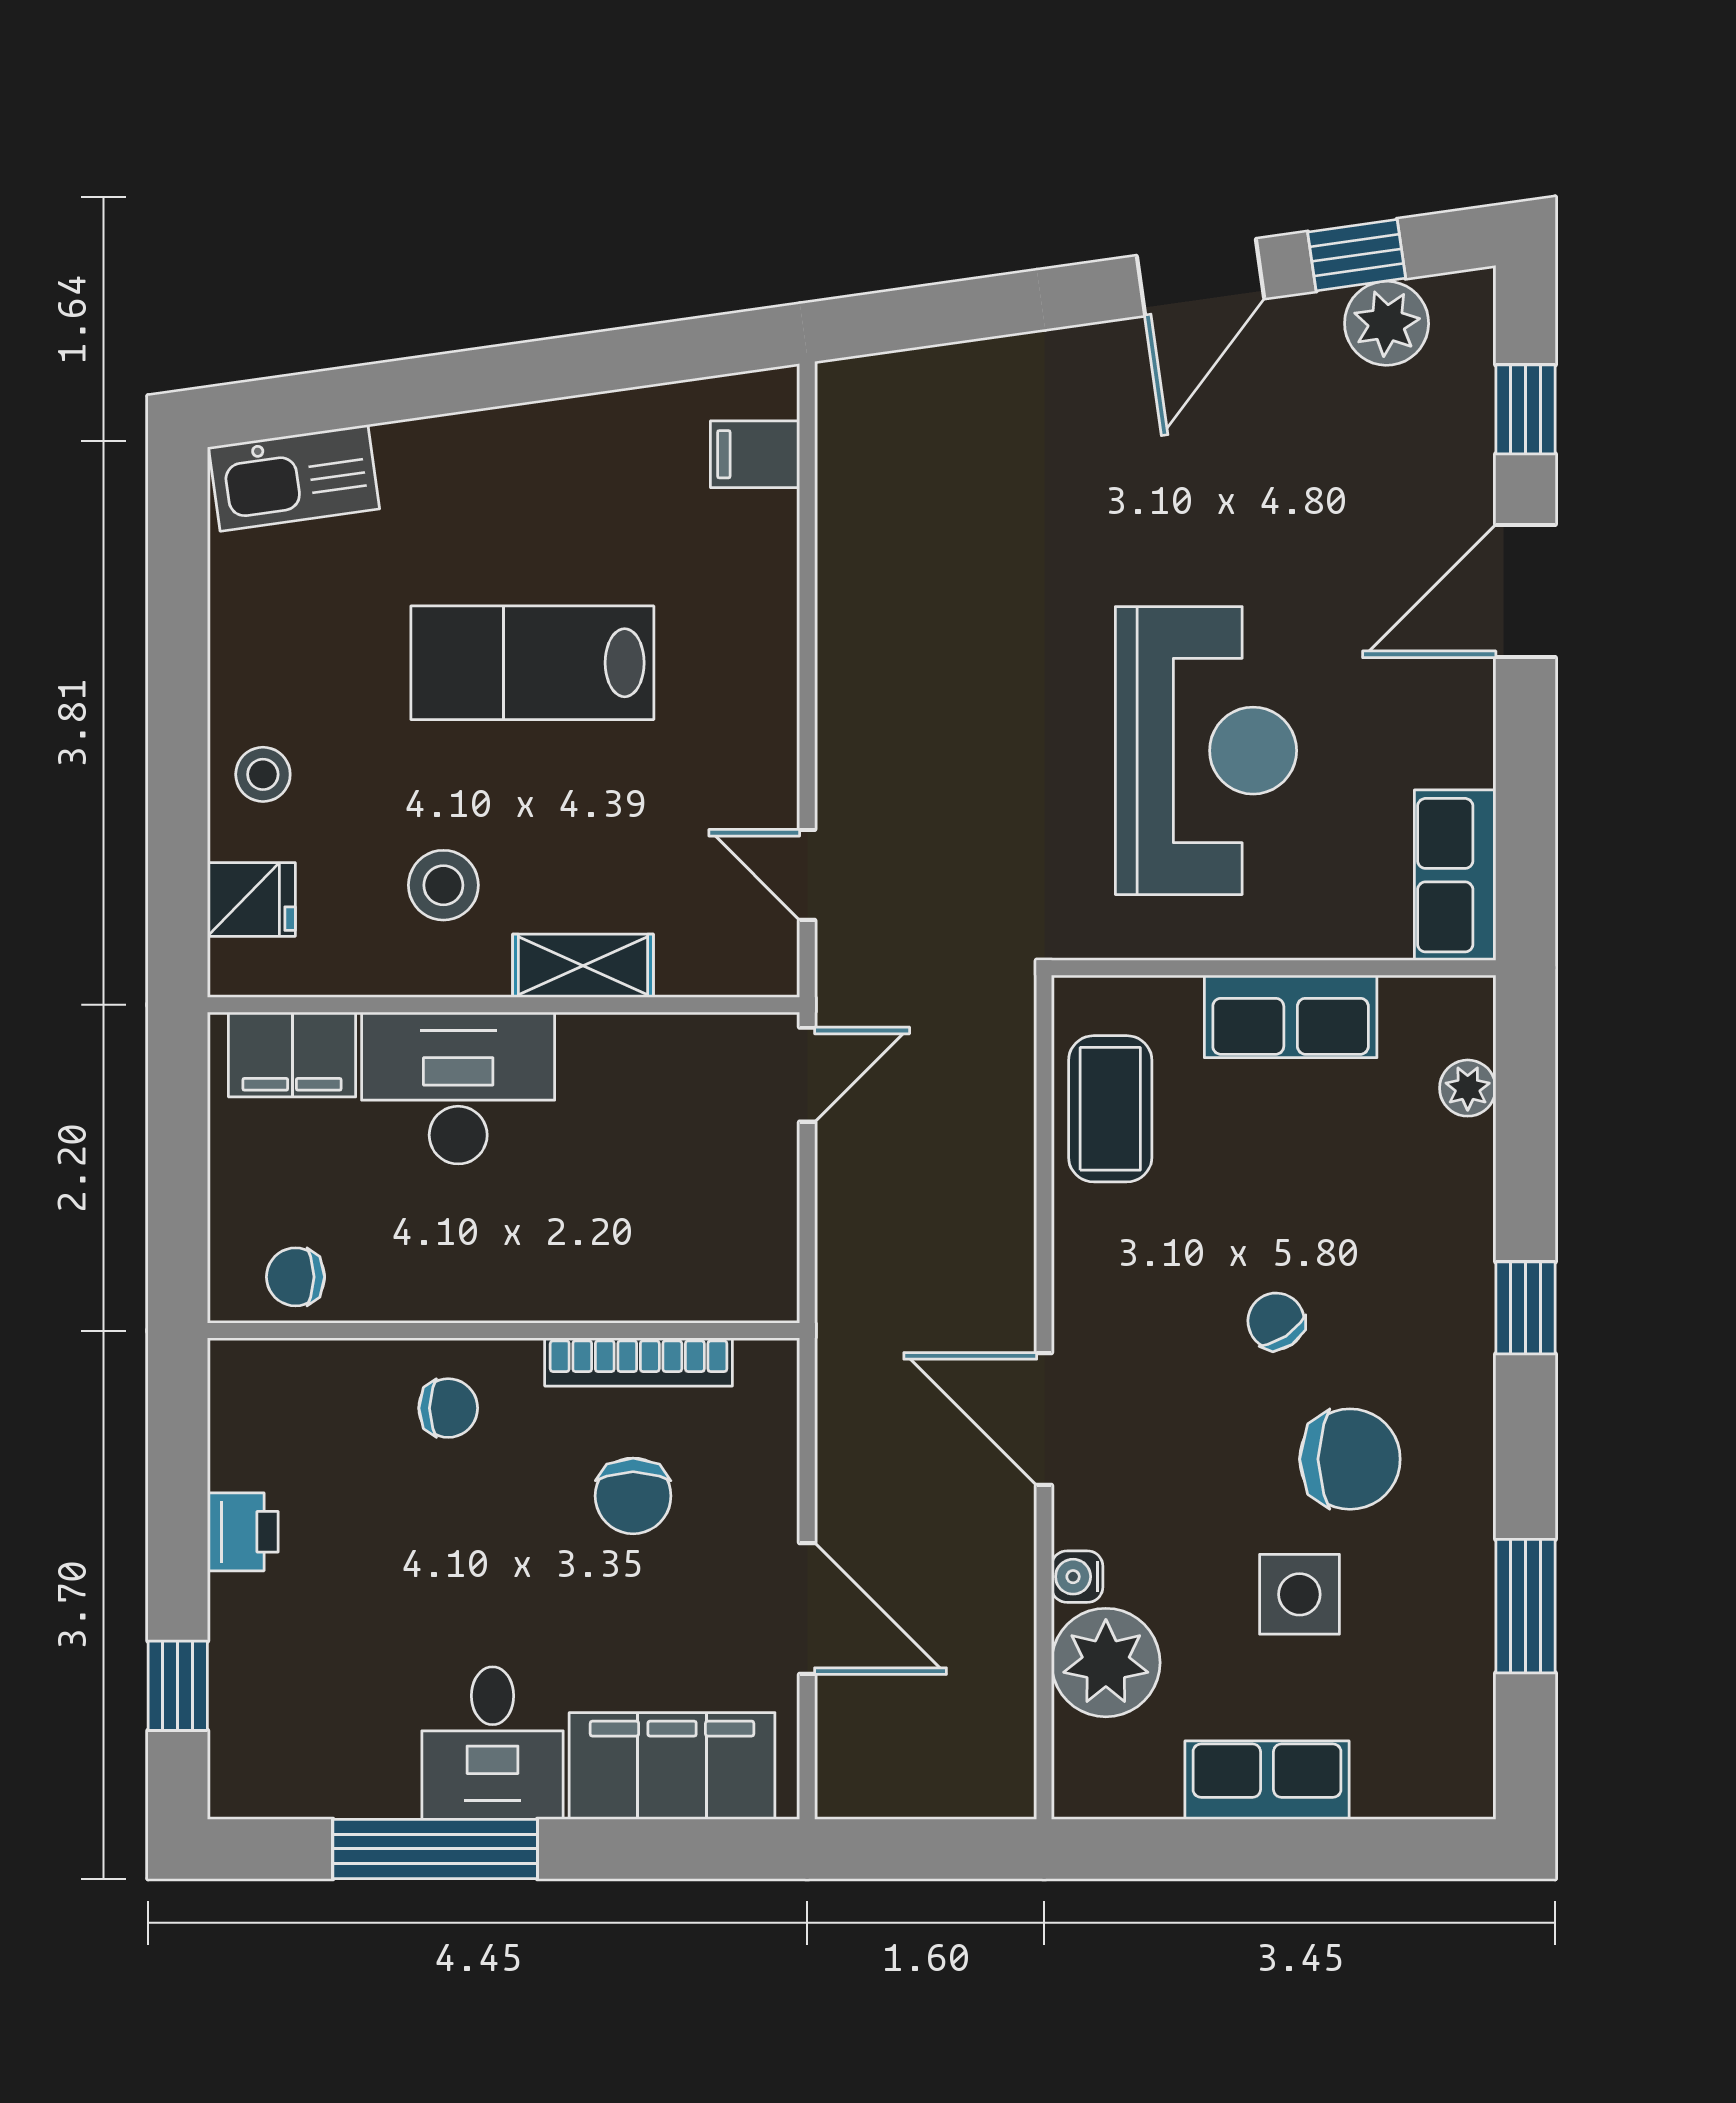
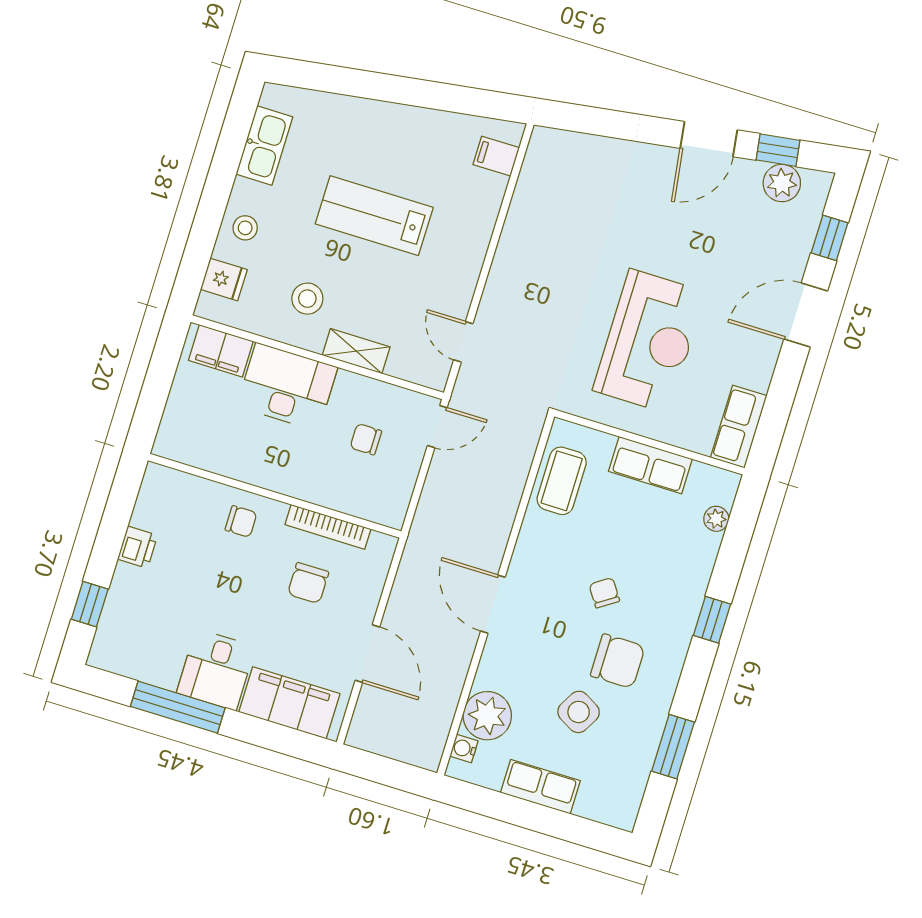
kitchen sink: (294, 478) -> (264, 146), moved, turned -82
chair: (296, 1277) -> (366, 439), moved
water cooler: (1077, 1577) -> (464, 748), moved
side table: (1299, 1594) -> (579, 712), turned 30

